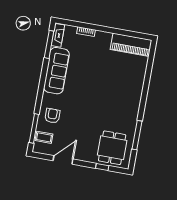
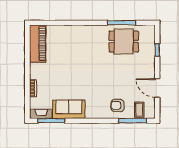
sofa: (56, 71) -> (69, 109), width x0.73
dining table: (112, 148) -> (124, 42), moved

